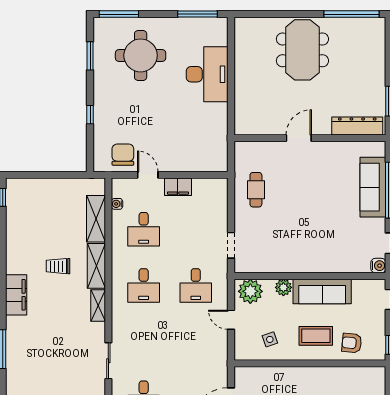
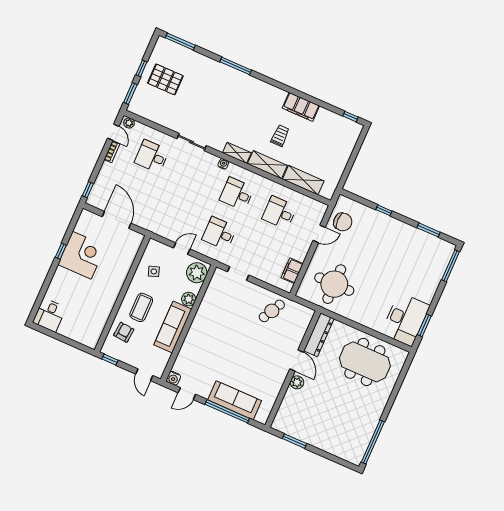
window: (198, 14) -> (424, 325), width x0.69
meeting table: (302, 50) -> (365, 362), moved
round table: (141, 55) -> (334, 284), moved
desk: (207, 74) -> (405, 319), moved, turned -90
dresser: (357, 126) -> (319, 335), moved
plant: (323, 127) -> (297, 382), added
filing cabinet: (178, 187) -> (292, 271), moved
cafe table: (256, 190) -> (272, 311), turned -62
water cooler: (117, 204) -> (223, 164), moved
filing cabinet: (16, 295) -> (301, 107), moved

